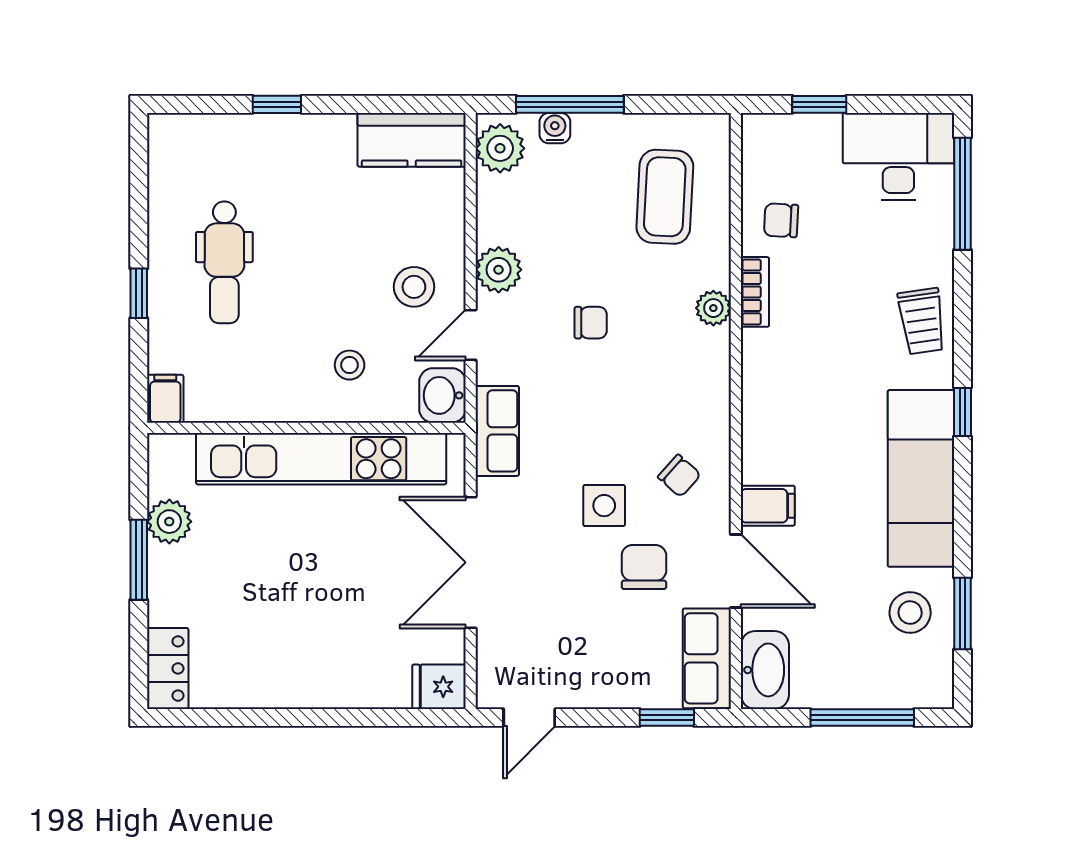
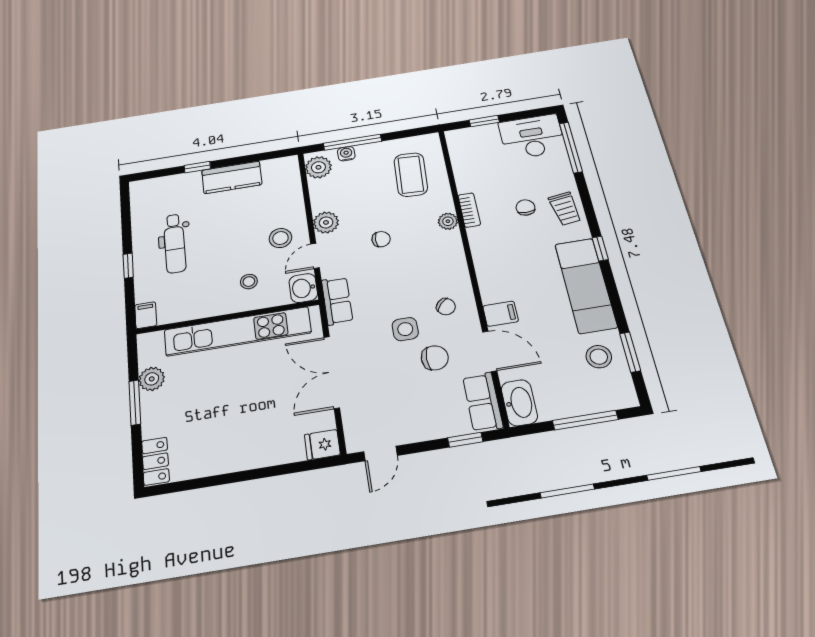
kitchen counter: (412, 140) -> (232, 177), moved
chair: (781, 220) -> (525, 207), moved, turned 87
chair: (644, 567) -> (435, 358), turned 90

